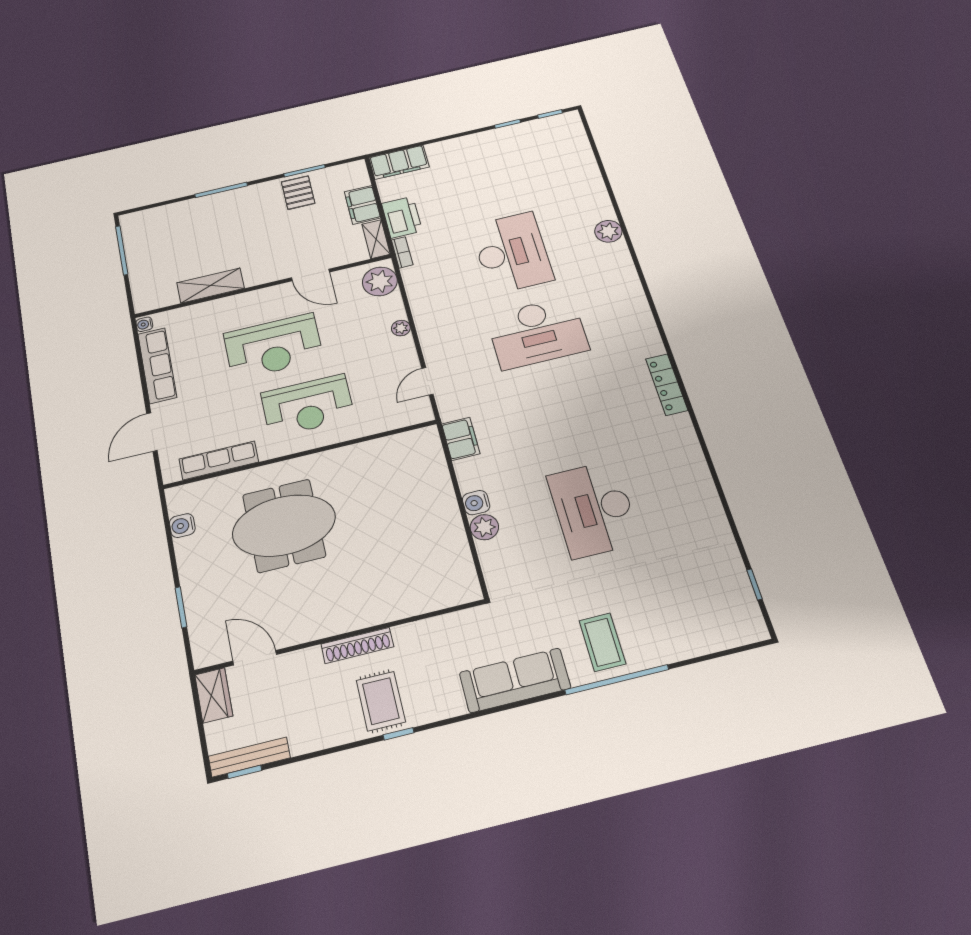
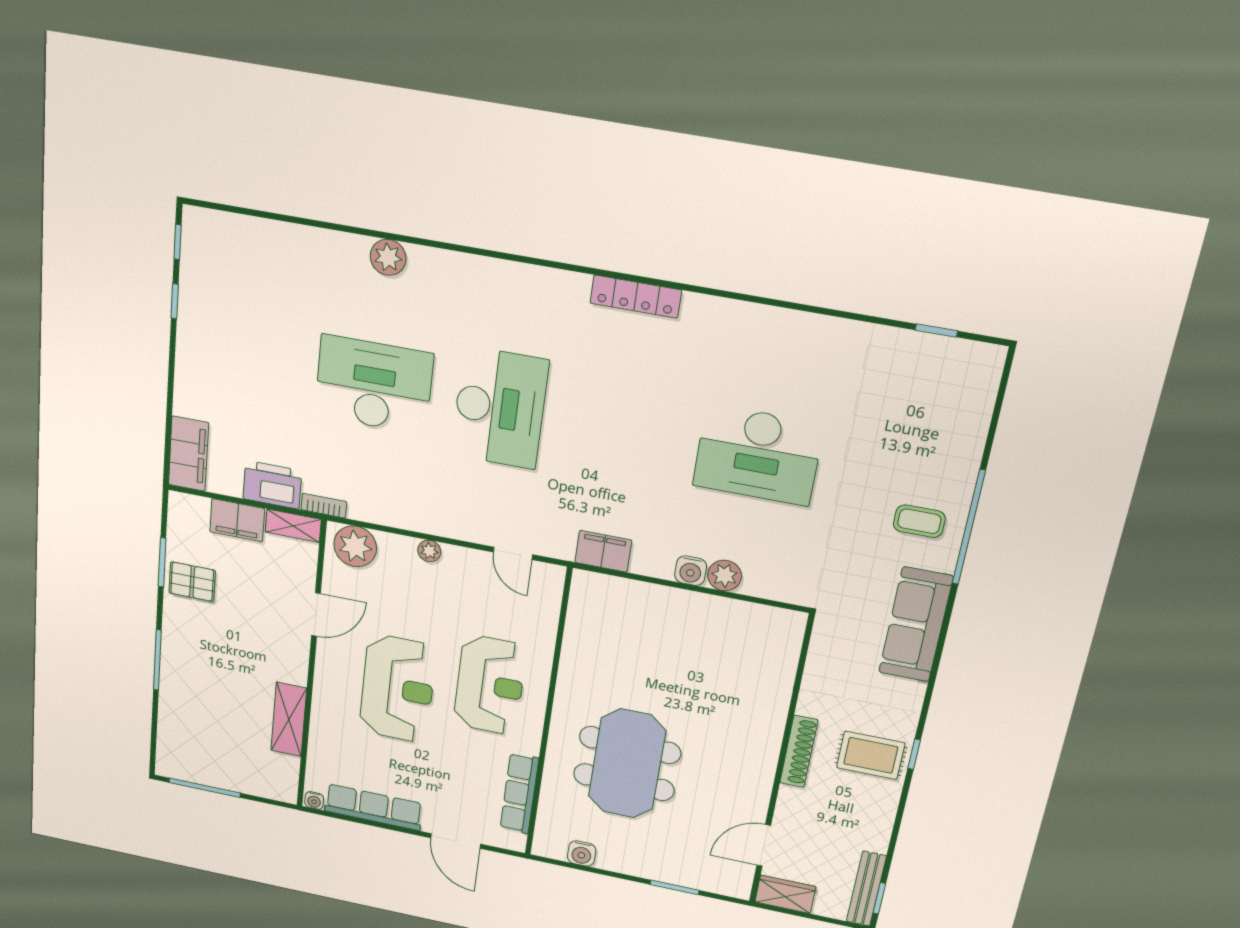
coffee table: (602, 642) -> (919, 521), width x0.73, depth x0.77

